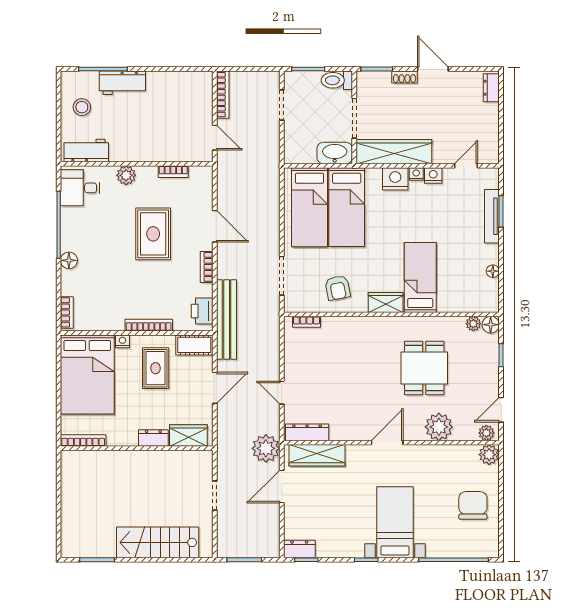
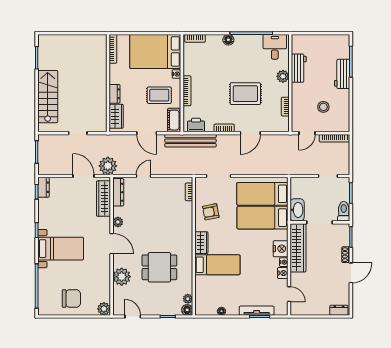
stool: (82, 107) -> (323, 107), moved
workbench: (86, 151) -> (299, 68), moved
plant: (486, 433) -> (118, 222), moved

